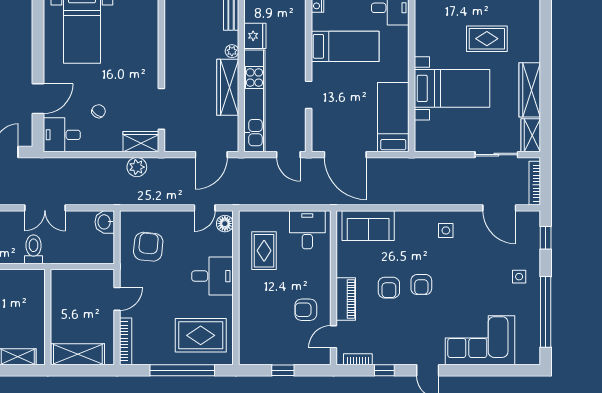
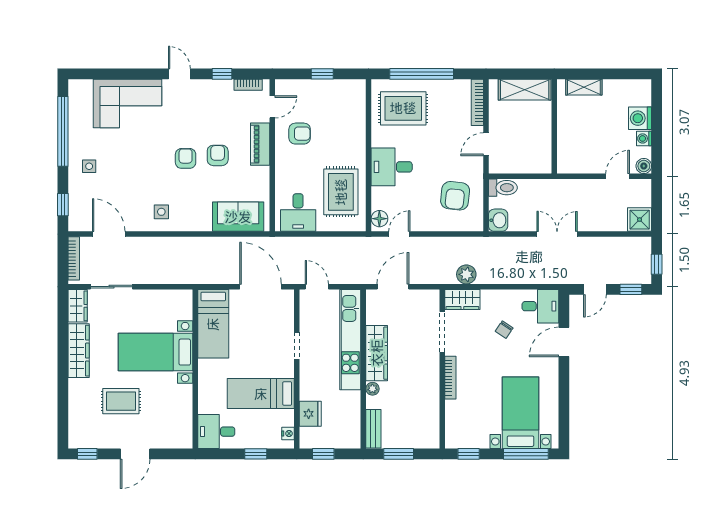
fridge: (255, 36) -> (310, 414), moved, turned 180
bookcase: (153, 62) -> (450, 378), added
toilet: (34, 249) -> (503, 188), moved, turned -90
rug: (264, 251) -> (341, 192), width x1.36, depth x1.43

